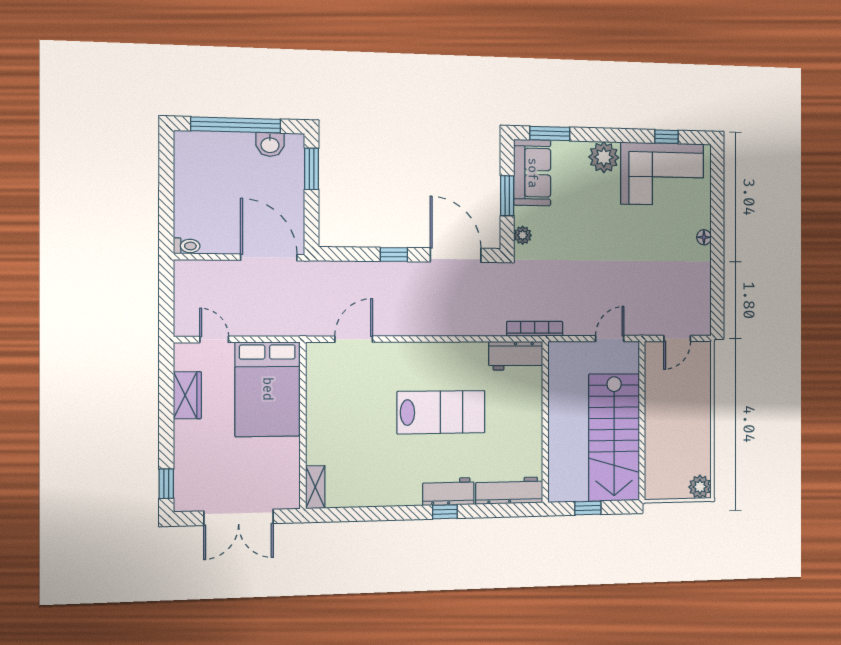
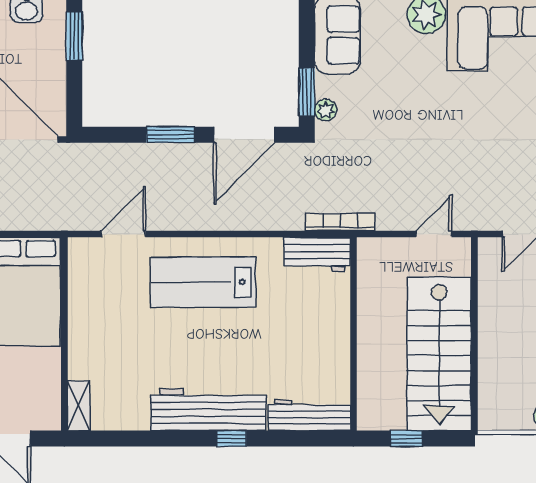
window: (507, 196) -> (307, 92), moved
window: (394, 255) -> (171, 135), width x1.50
door: (456, 255) -> (244, 135), swing flipped
lab bench: (441, 412) -> (203, 282), moved, turned 180
workbench: (448, 492) -> (209, 410), width x1.88, depth x1.32

